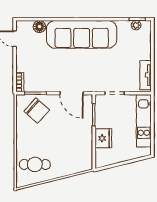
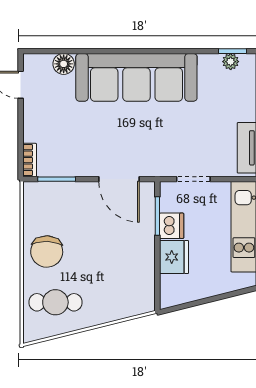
chair: (37, 111) -> (47, 252), moved, turned 50
dishwasher: (102, 120) -> (172, 226), added

